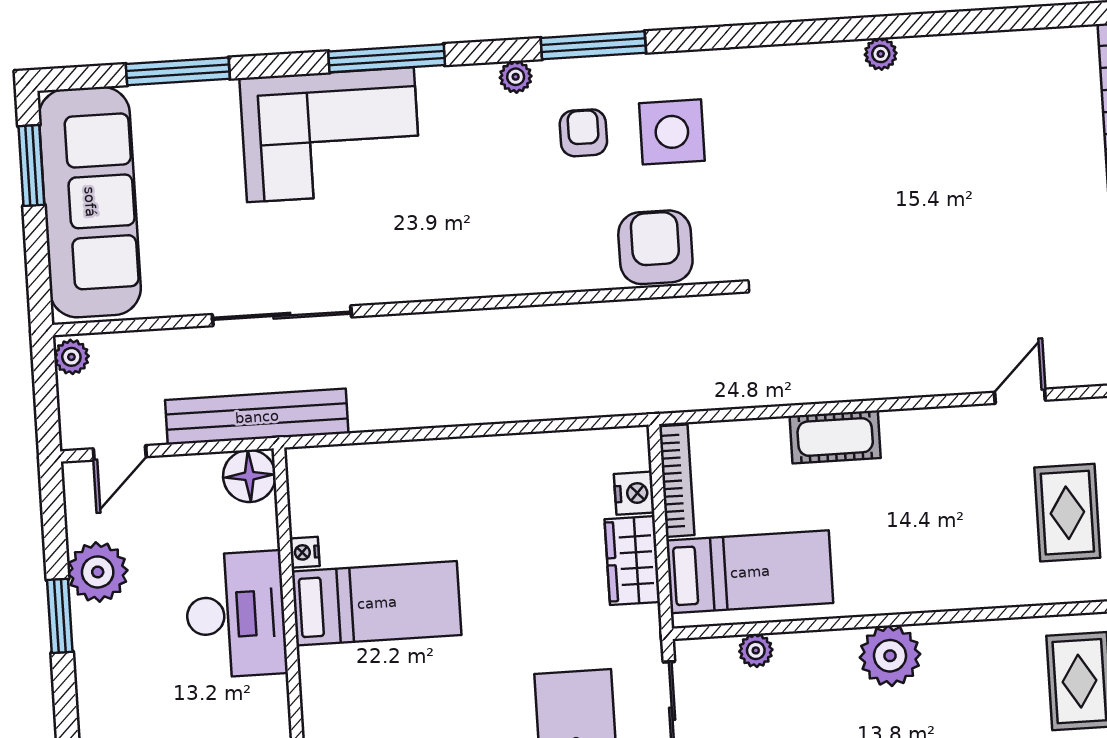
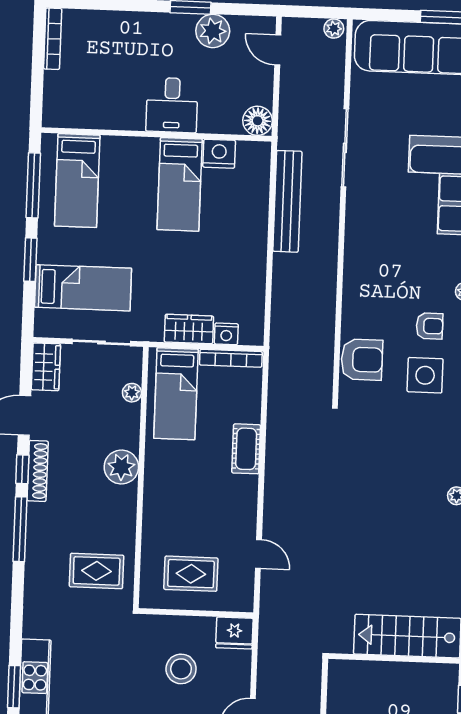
bench: (257, 417) -> (287, 201), moved
nightstand: (305, 552) -> (219, 154), width x1.89, depth x1.79
desk: (236, 614) -> (172, 105), width x0.73

